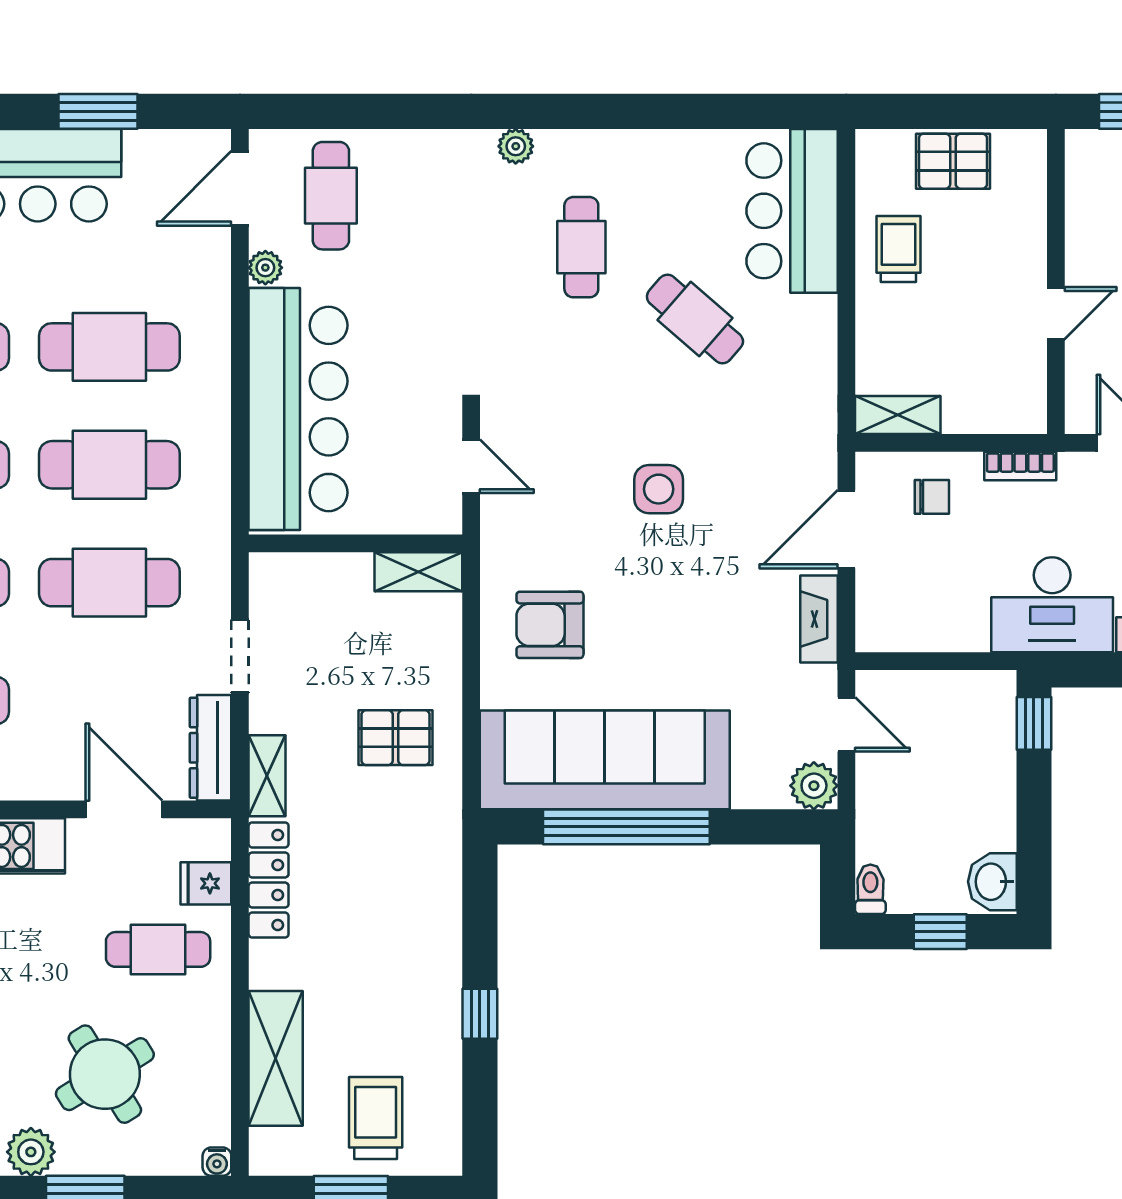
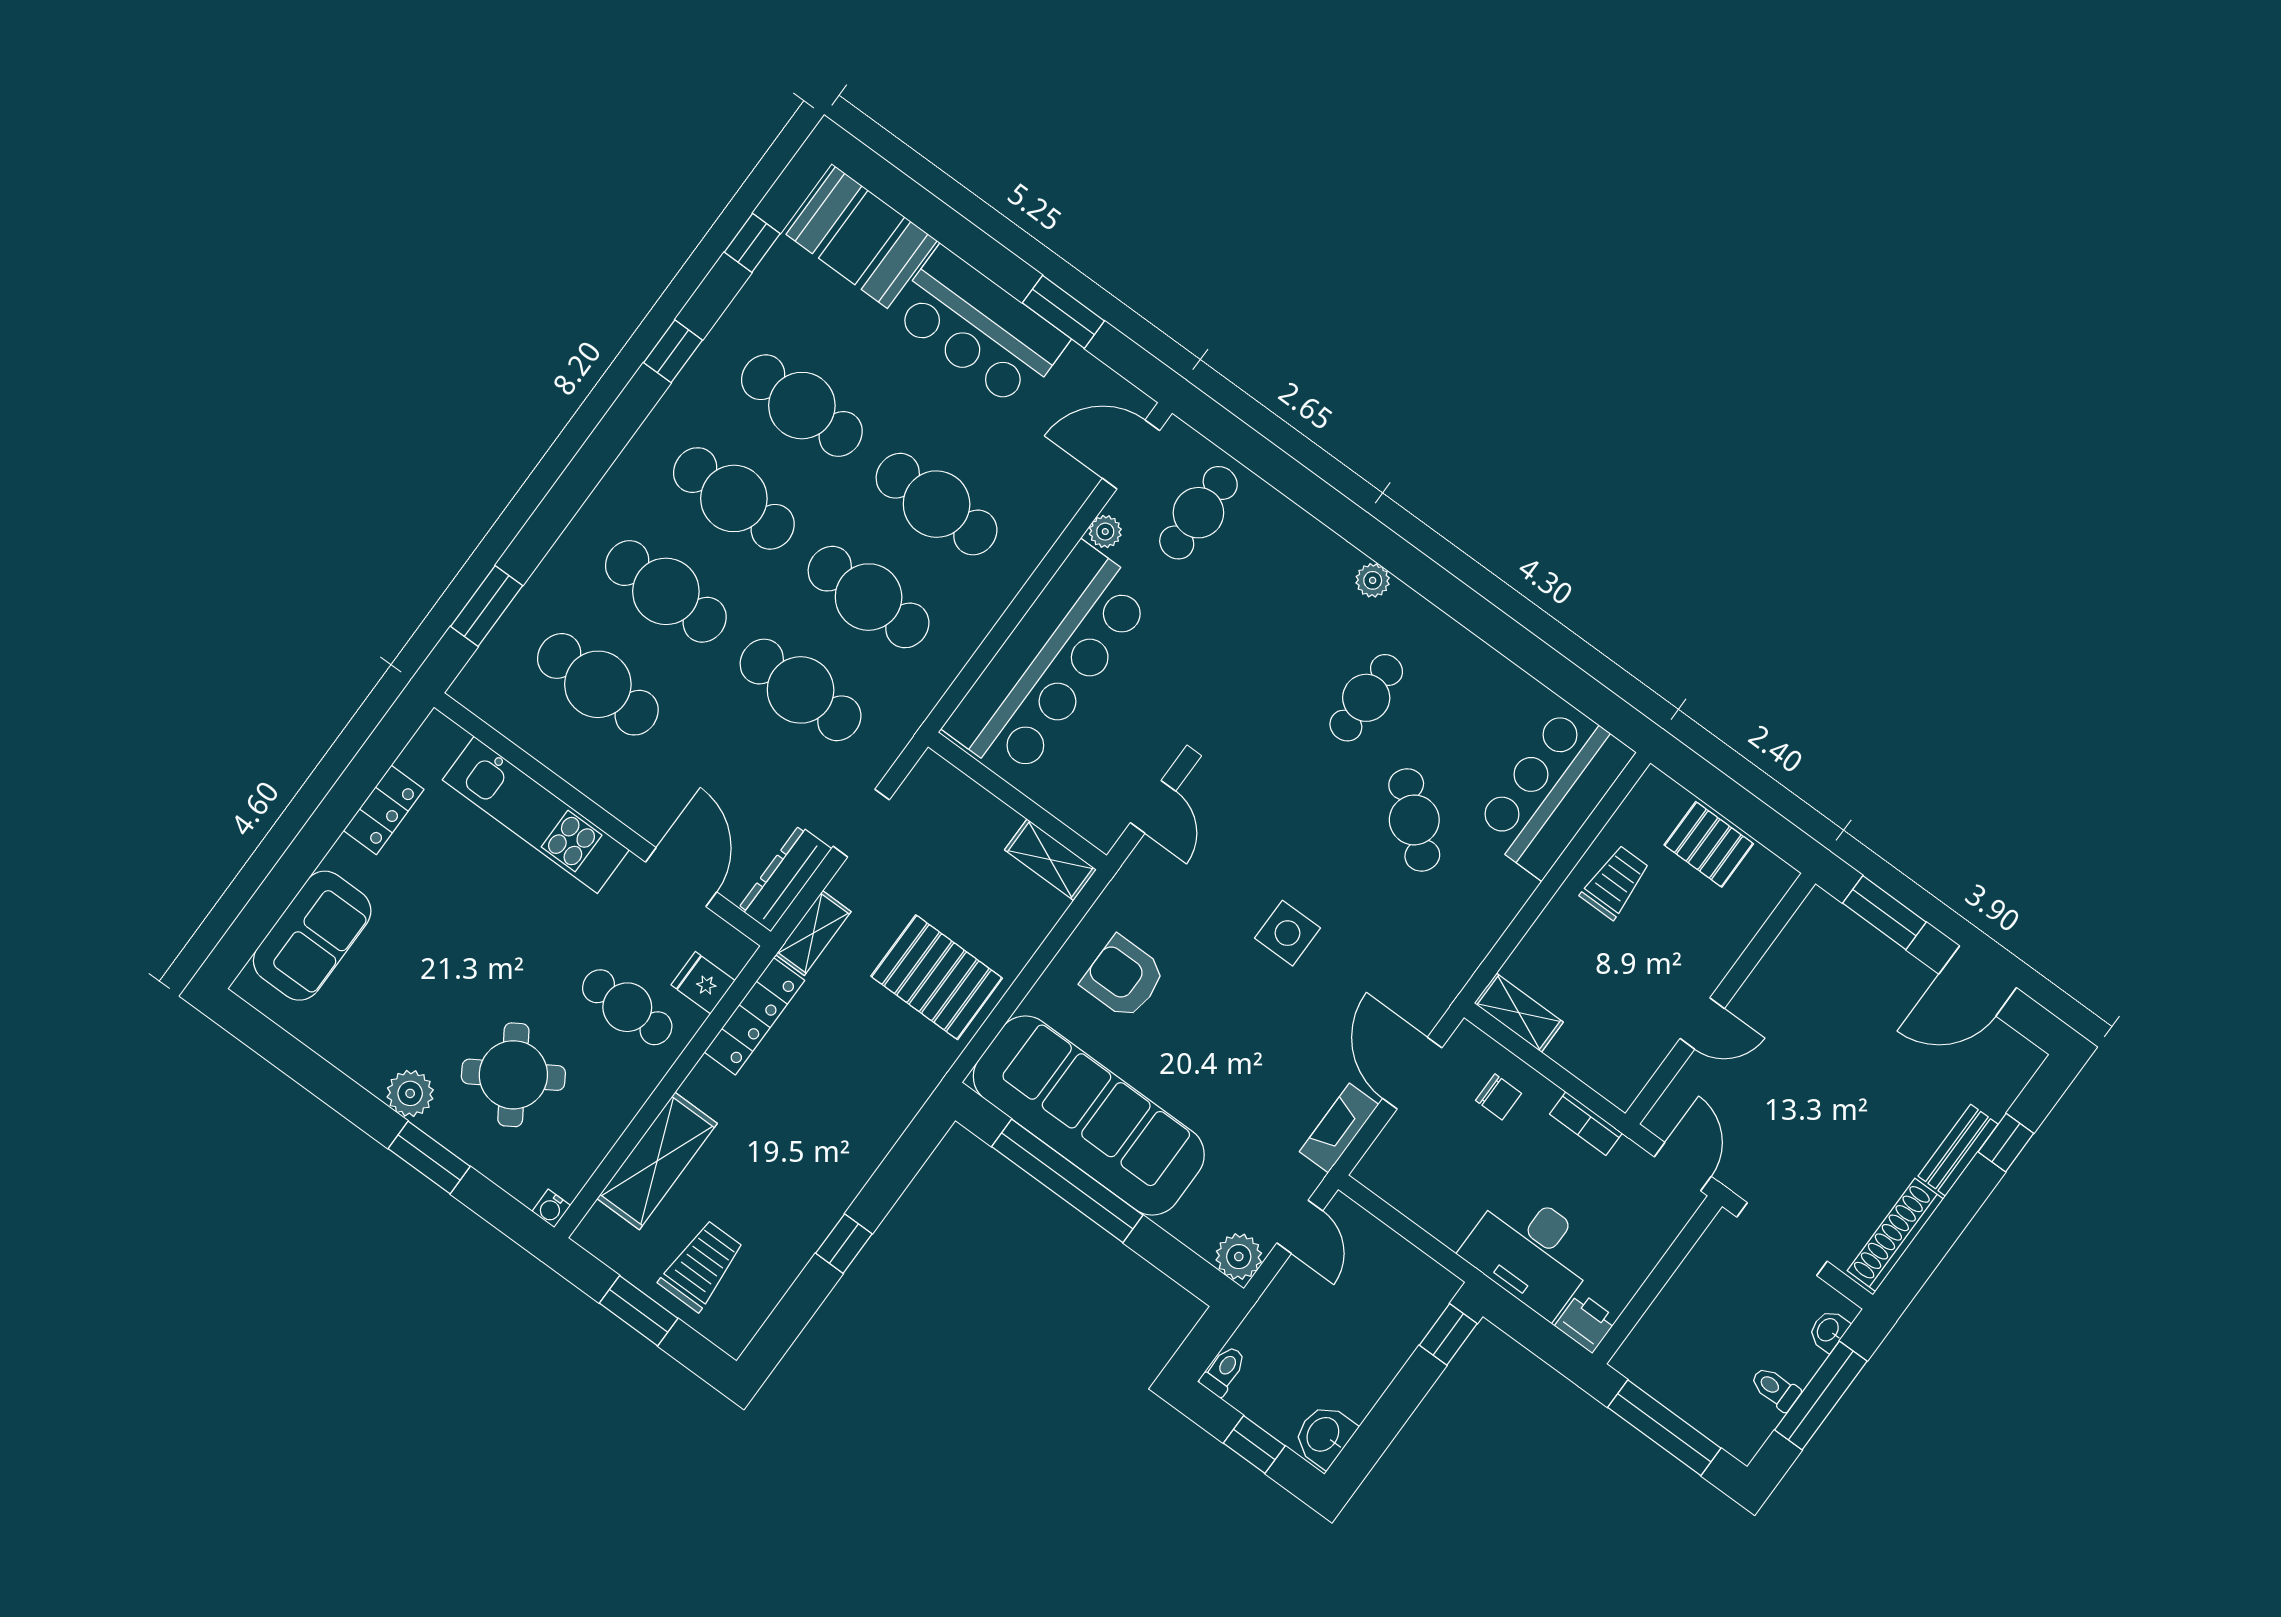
door: (846, 529) -> (1412, 1073), hinge flipped
pallet: (395, 738) -> (937, 977), width x1.50, depth x1.42

